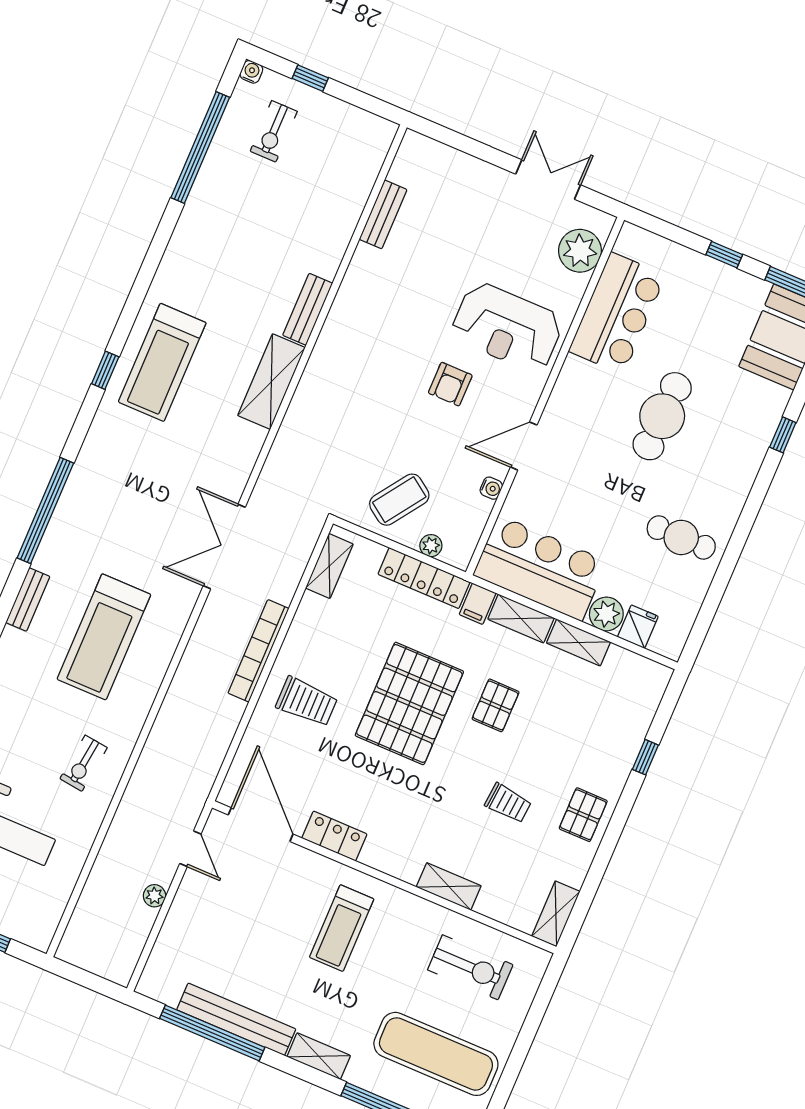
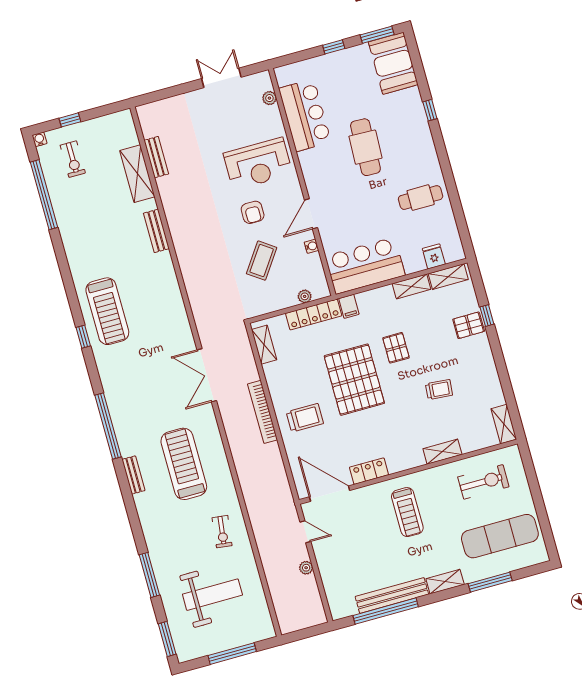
plant: (580, 251) -> (269, 98), width x0.53, depth x0.53
shelving: (271, 382) -> (137, 174), moved
coffee table: (399, 500) -> (262, 261), moved
plant: (606, 614) -> (414, 262), removed
shelving: (521, 619) -> (448, 277), moved
treadmill: (104, 637) -> (184, 464), turned 180
pallet: (583, 815) -> (469, 325), moved, turned 90

